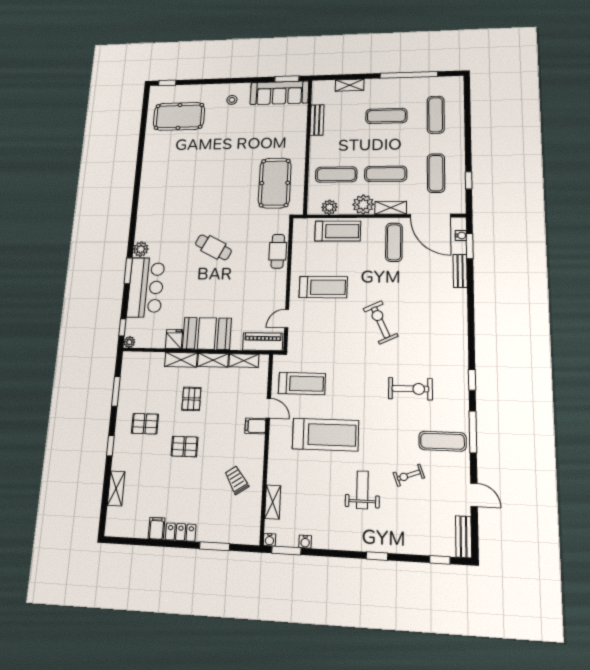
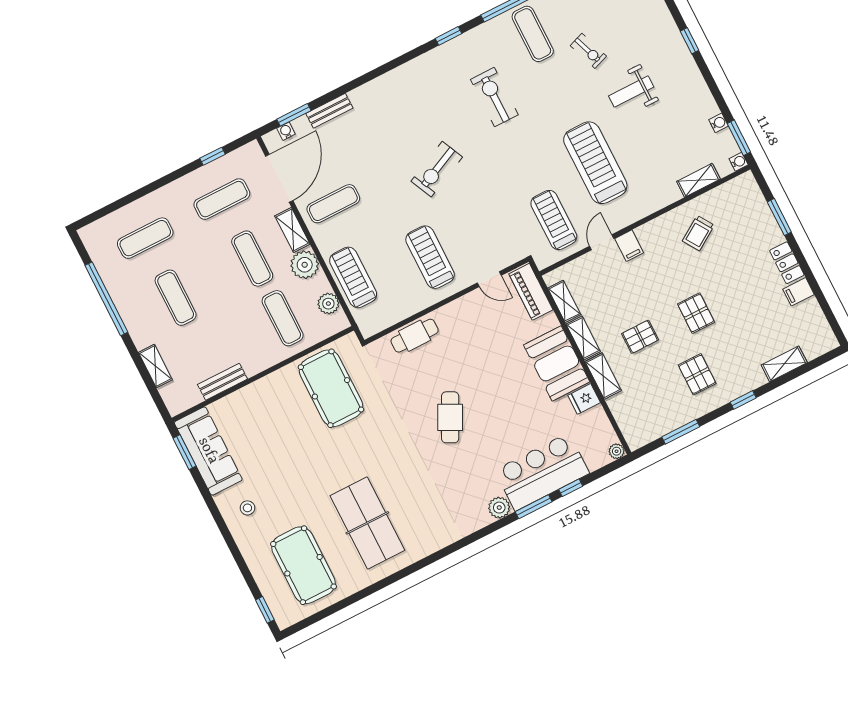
table tennis table: (180, 165) -> (367, 523), added
pool table: (275, 183) -> (331, 388), turned 90
window: (122, 327) -> (571, 488), moved

